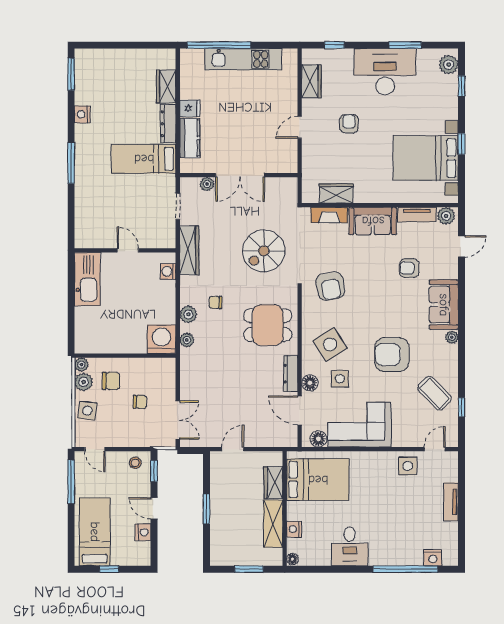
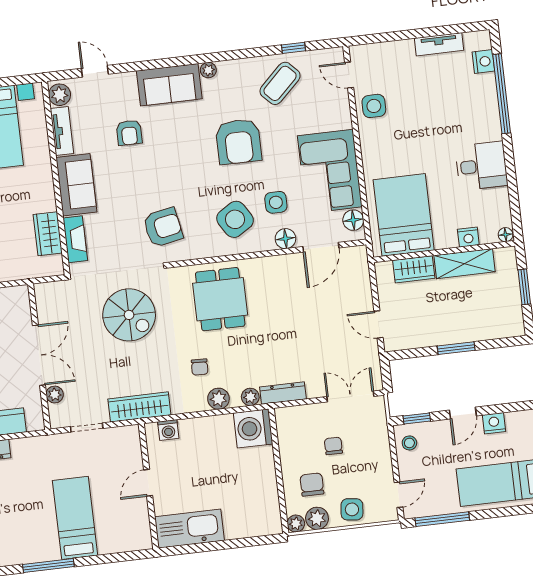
bed: (144, 159) -> (75, 518), moved, turned 180
dresser: (291, 374) -> (283, 393), moved, turned 180
tv unit: (451, 502) -> (439, 44), moved

